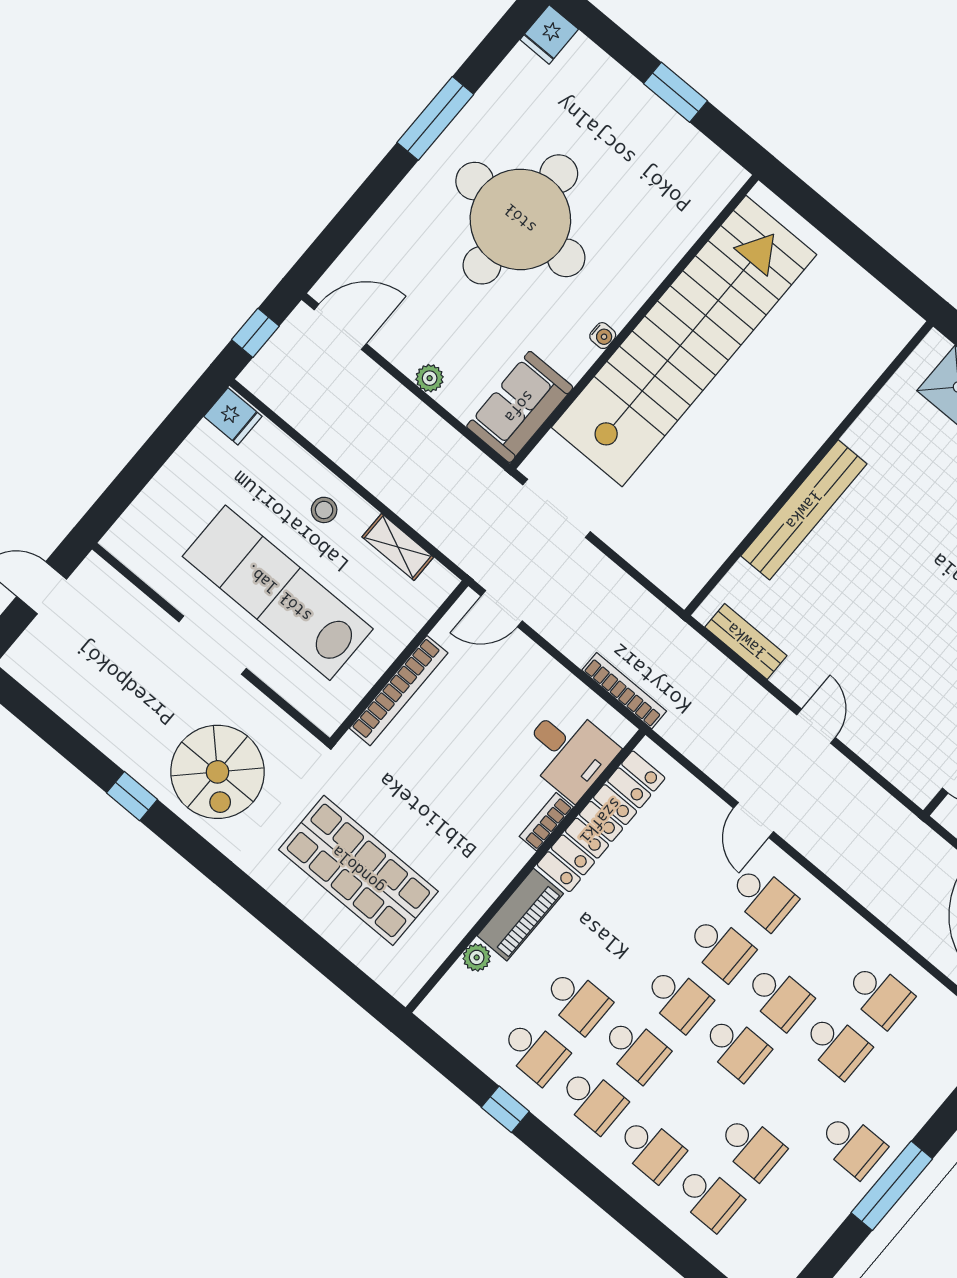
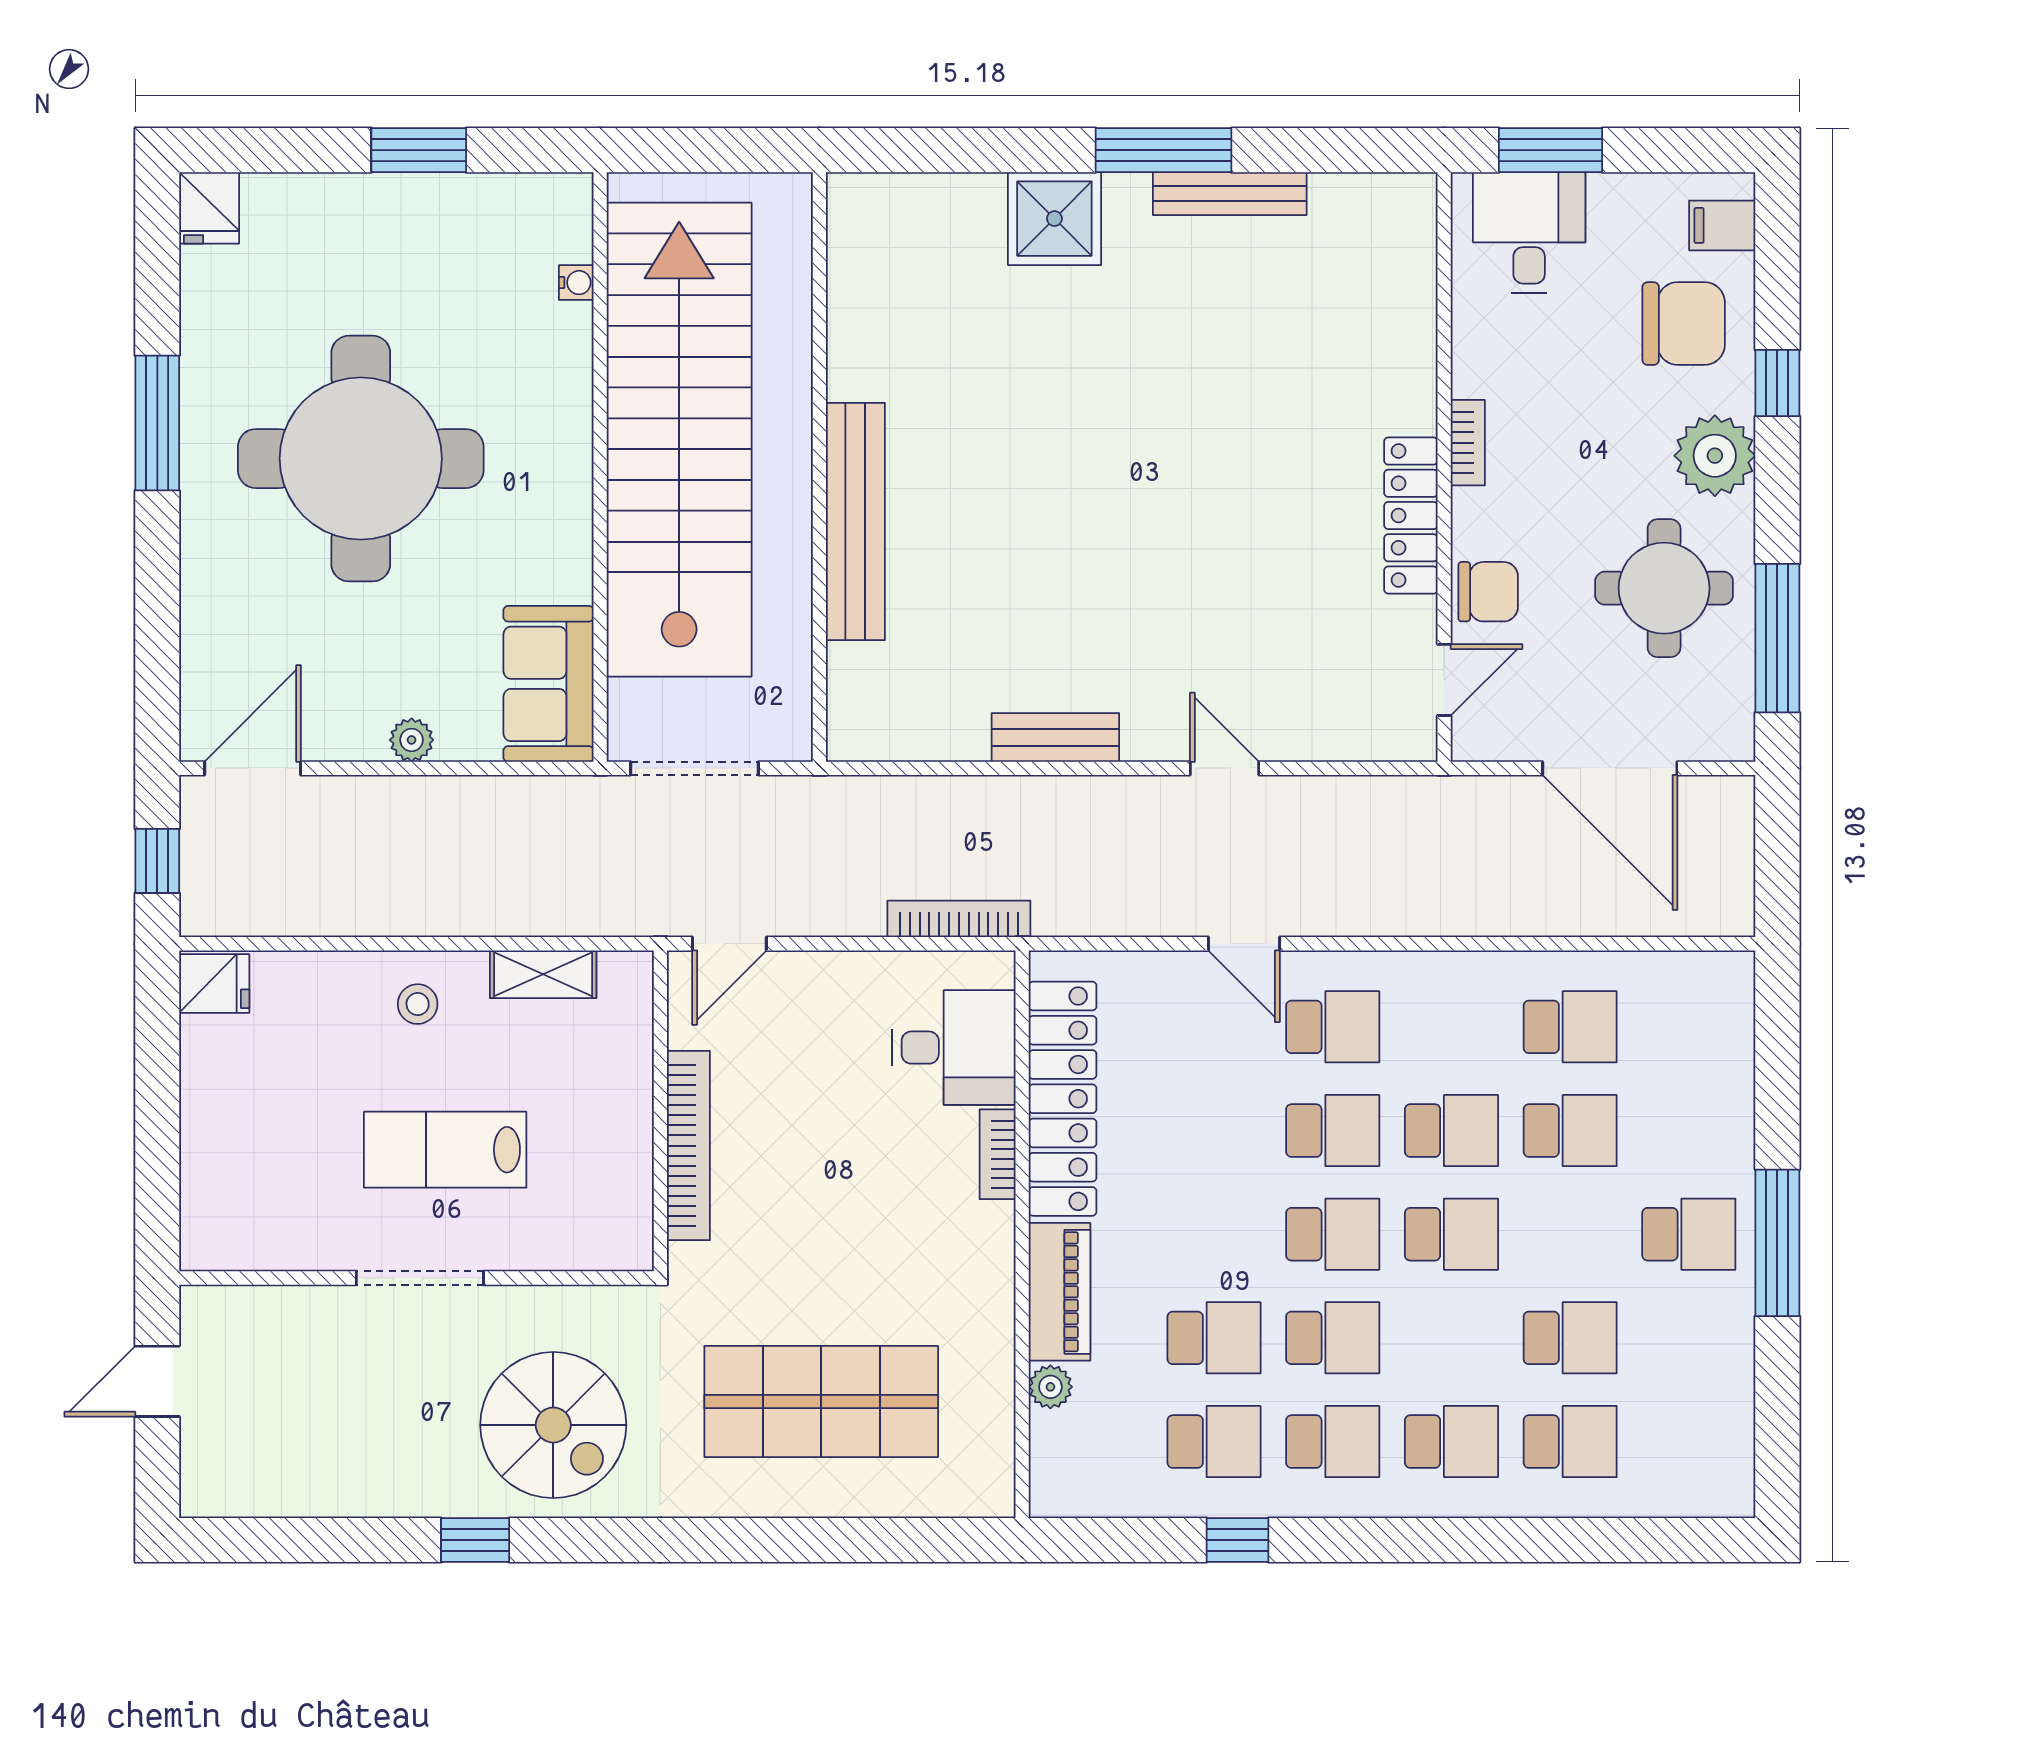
water cooler: (603, 336) -> (576, 283), moved
wall: (809, 468) -> (819, 467), moved
bench: (804, 510) -> (855, 521), moved
lab bench: (278, 593) -> (445, 1150), width x0.54, depth x0.72

